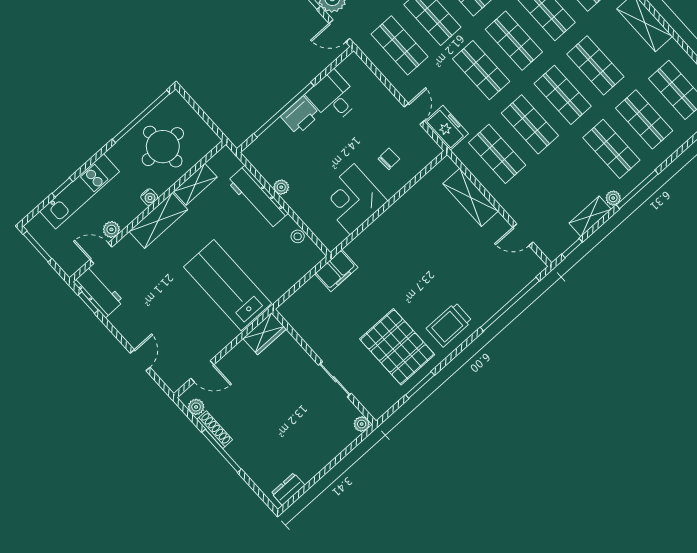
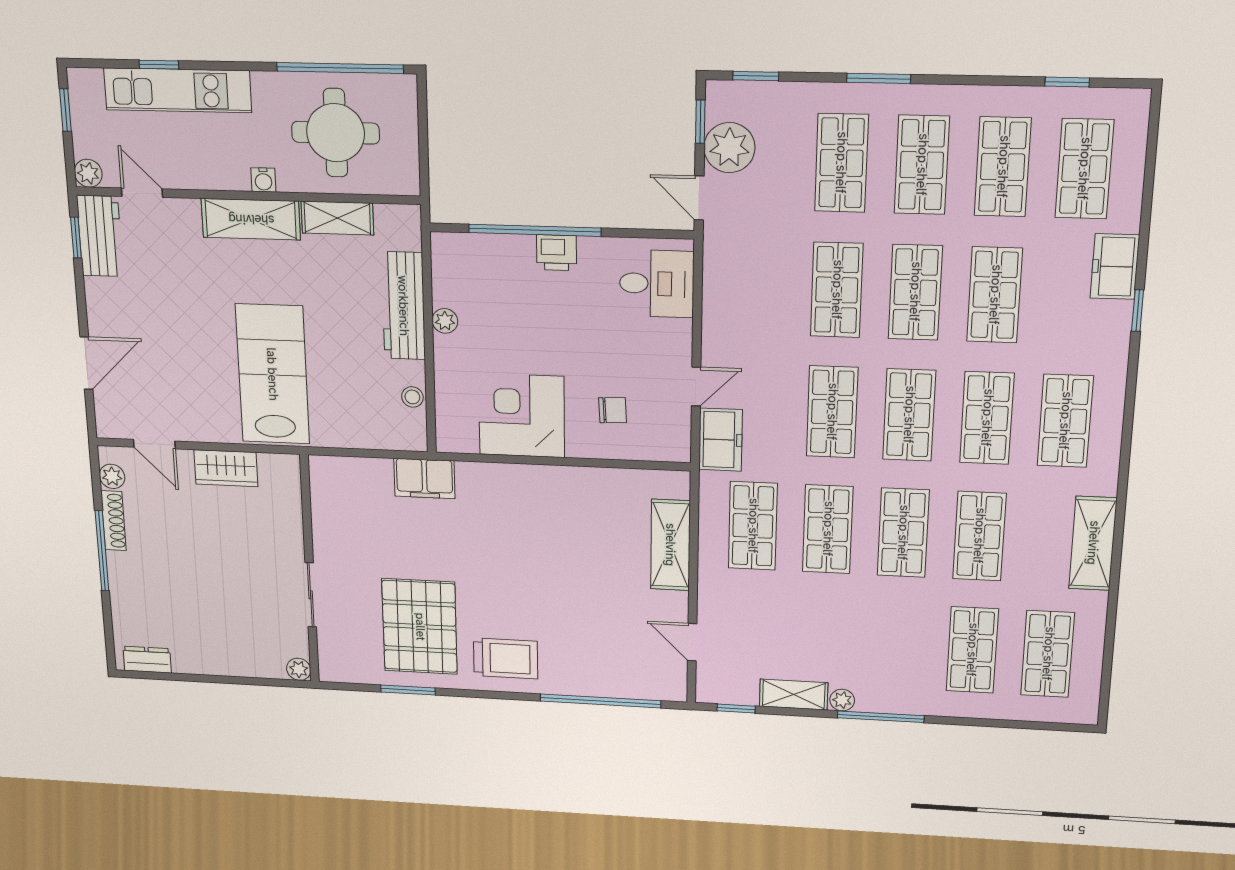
shop shelf: (400, 45) -> (759, 287), removed
desk: (333, 97) -> (657, 284), moved, turned 90
printer: (300, 116) -> (556, 253), width x0.73, depth x0.81
shop shelf: (611, 149) -> (897, 646), removed
plant: (111, 229) -> (88, 173), moved
window: (38, 246) -> (65, 110), width x0.67
trolley: (449, 325) -> (506, 658), turned 180
wardrobe: (265, 334) -> (226, 468), moved
door: (140, 360) -> (86, 363), width x1.38

